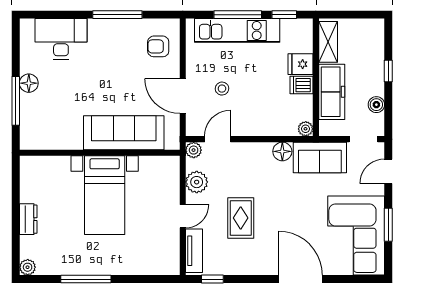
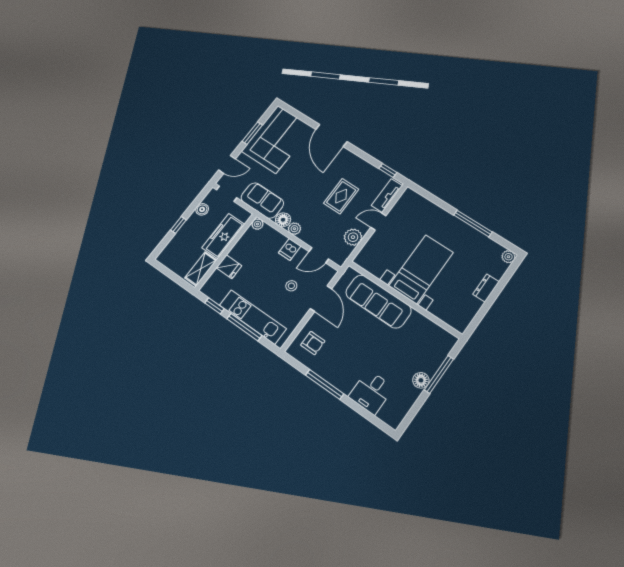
desk: (61, 39) -> (371, 392), width x0.73
dishwasher: (302, 85) -> (290, 249), moved, turned 90
plant: (194, 150) -> (294, 229), moved

